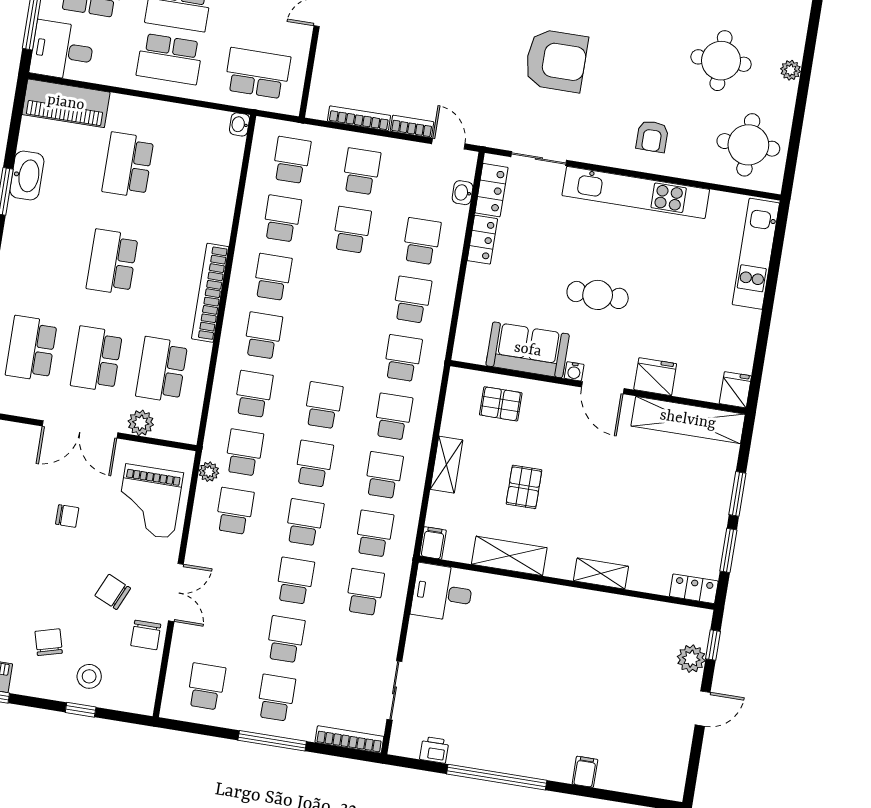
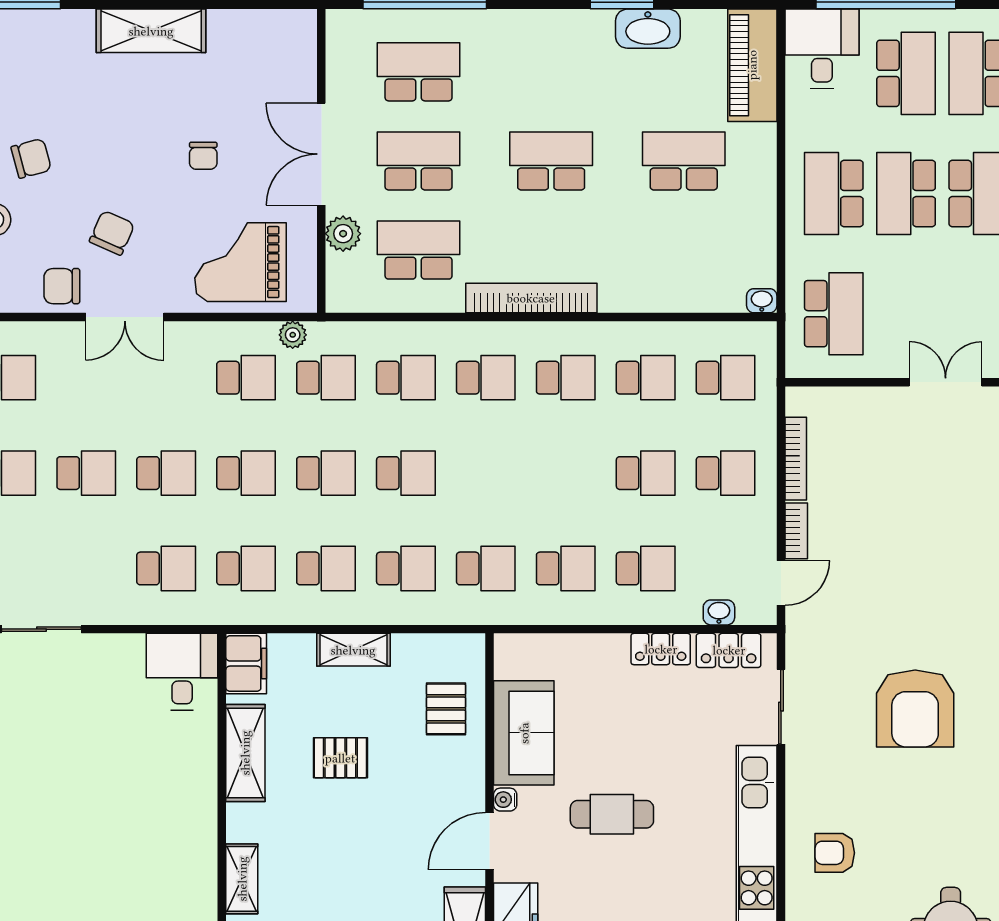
cafe table: (598, 295) -> (612, 814), turned 90
filing cabinet: (433, 543) -> (246, 664), width x2.00

